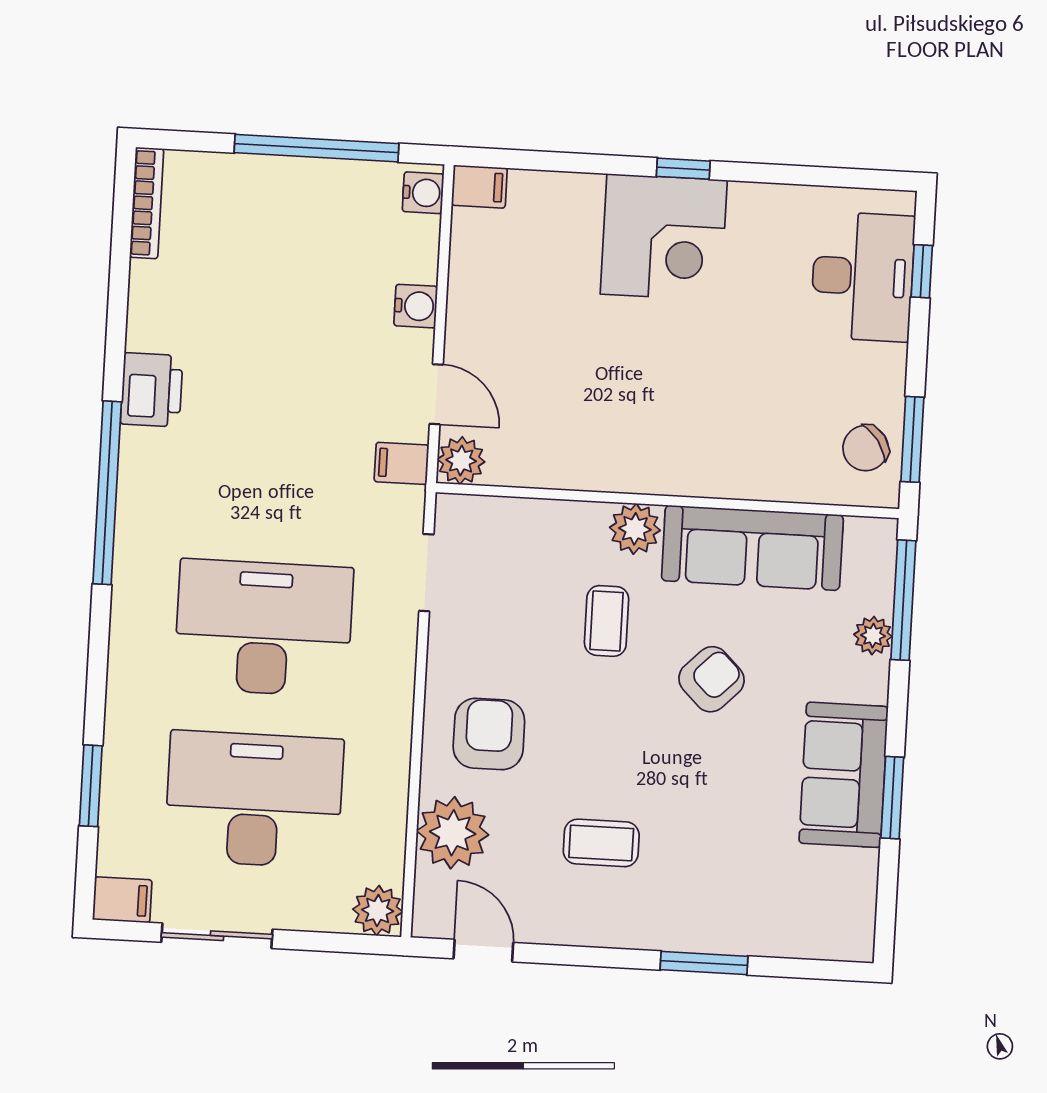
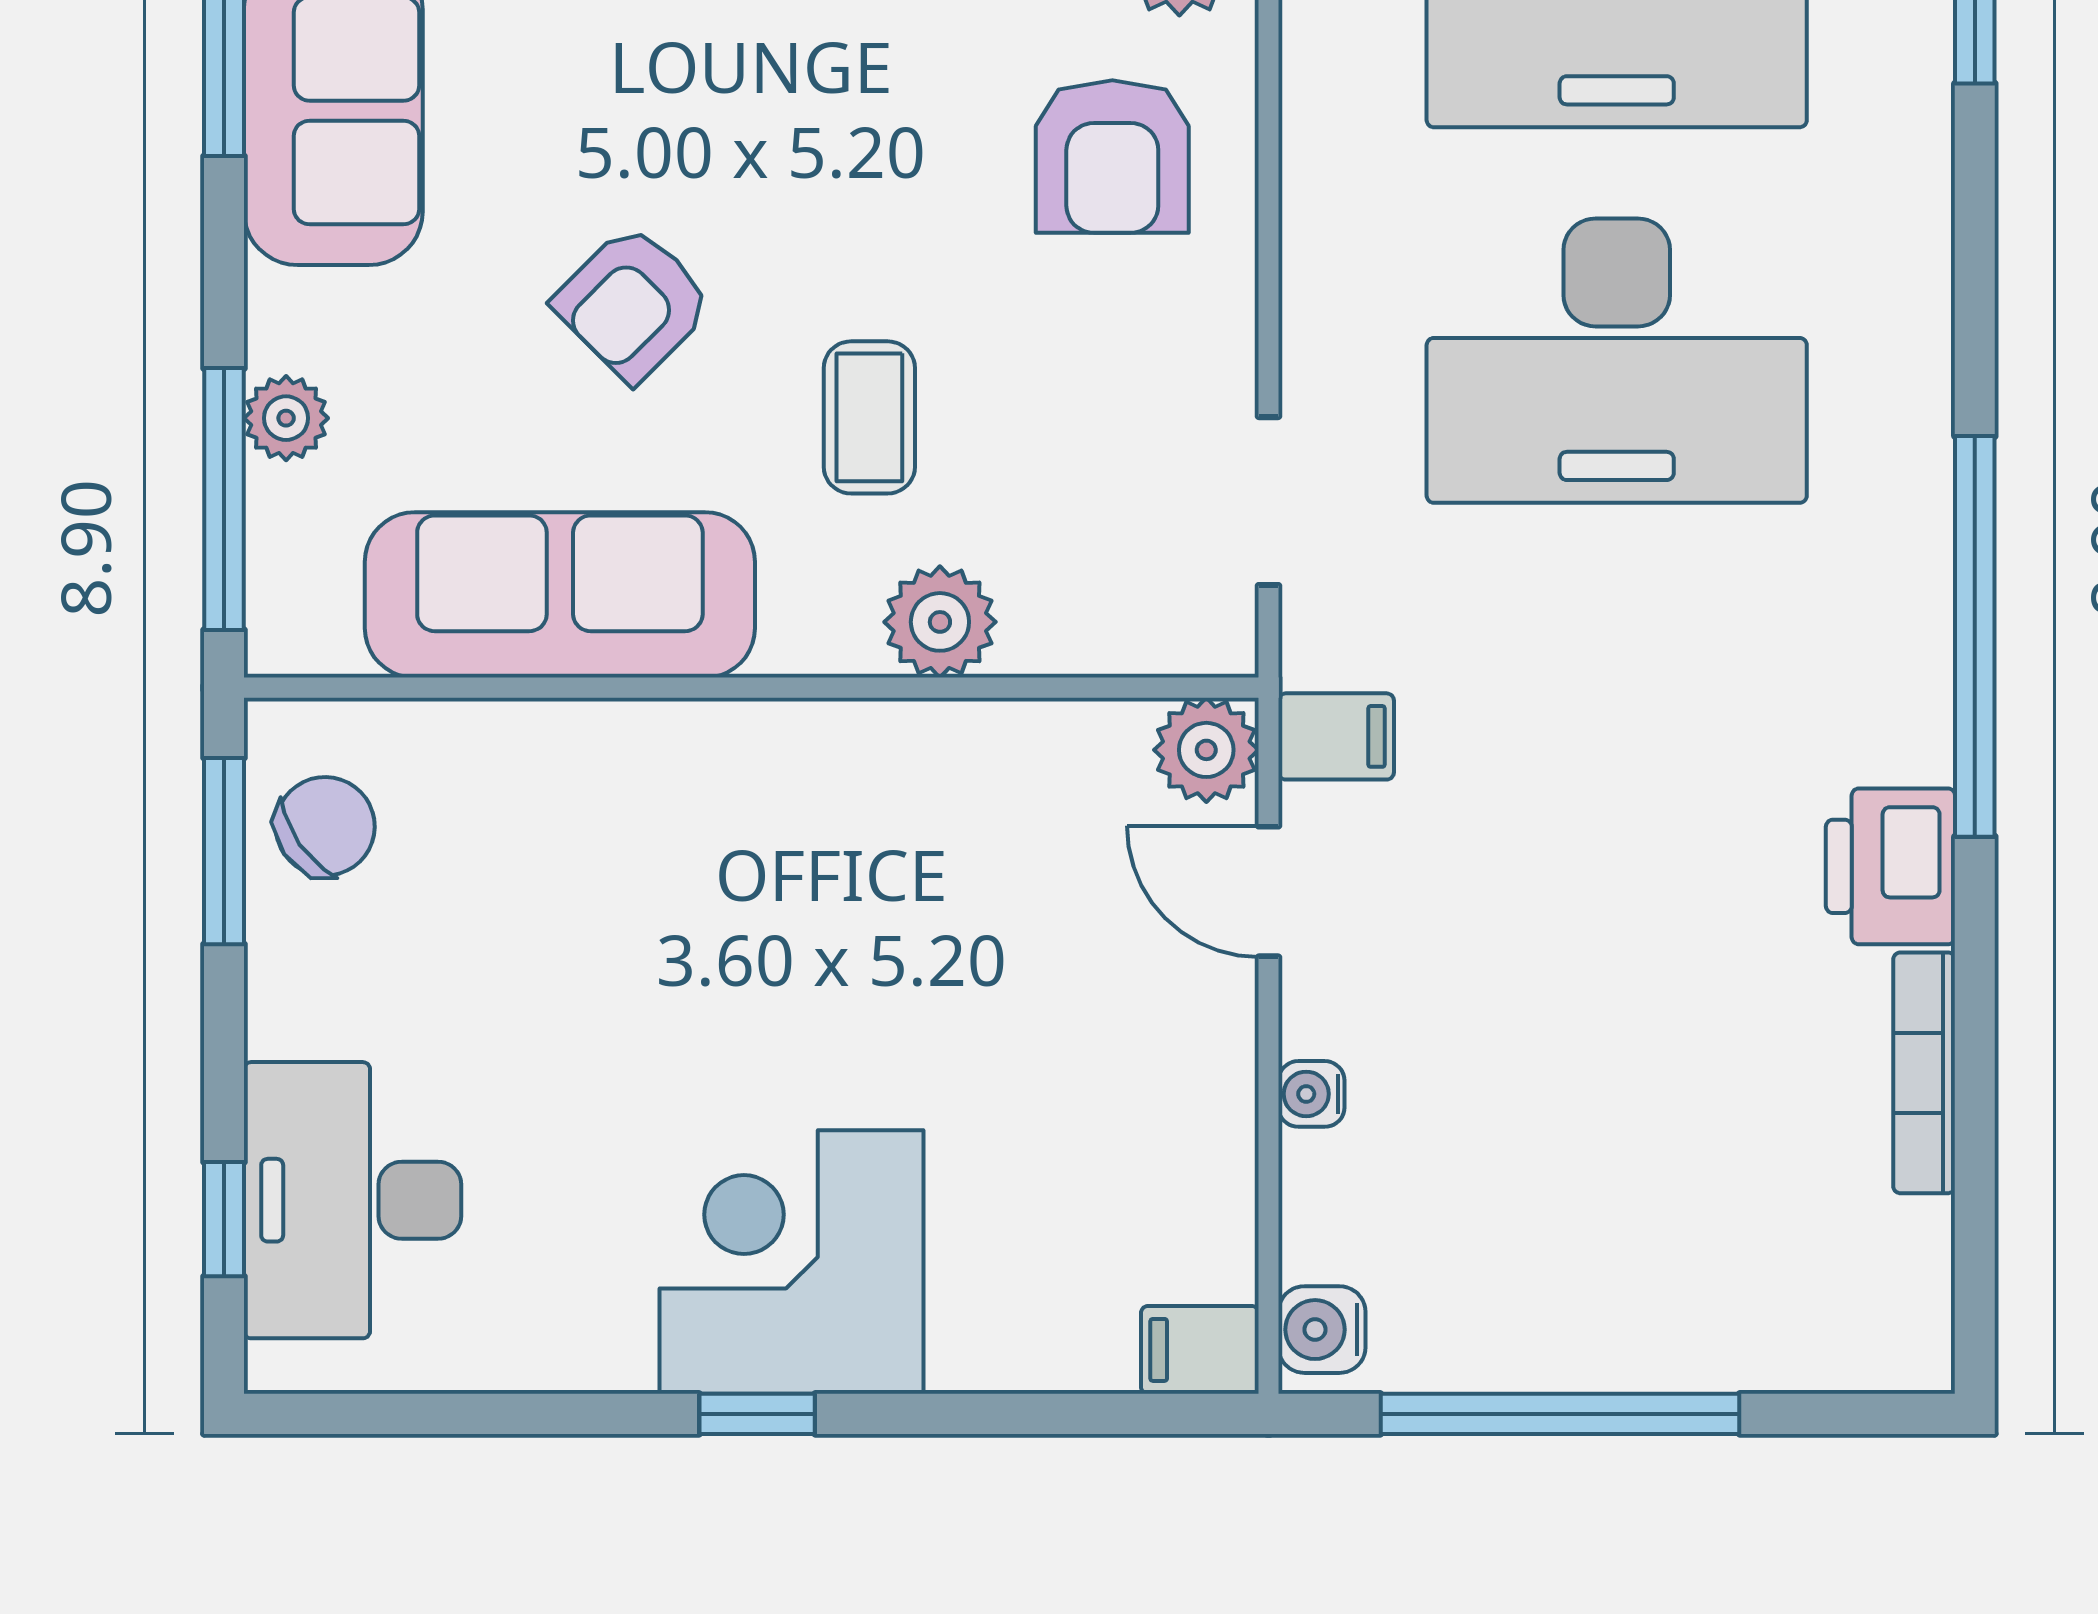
bookcase: (147, 203) -> (1924, 1073), moved
water cooler: (416, 306) -> (1311, 1094), width x0.72, depth x0.72
plant: (635, 529) -> (940, 622), moved

